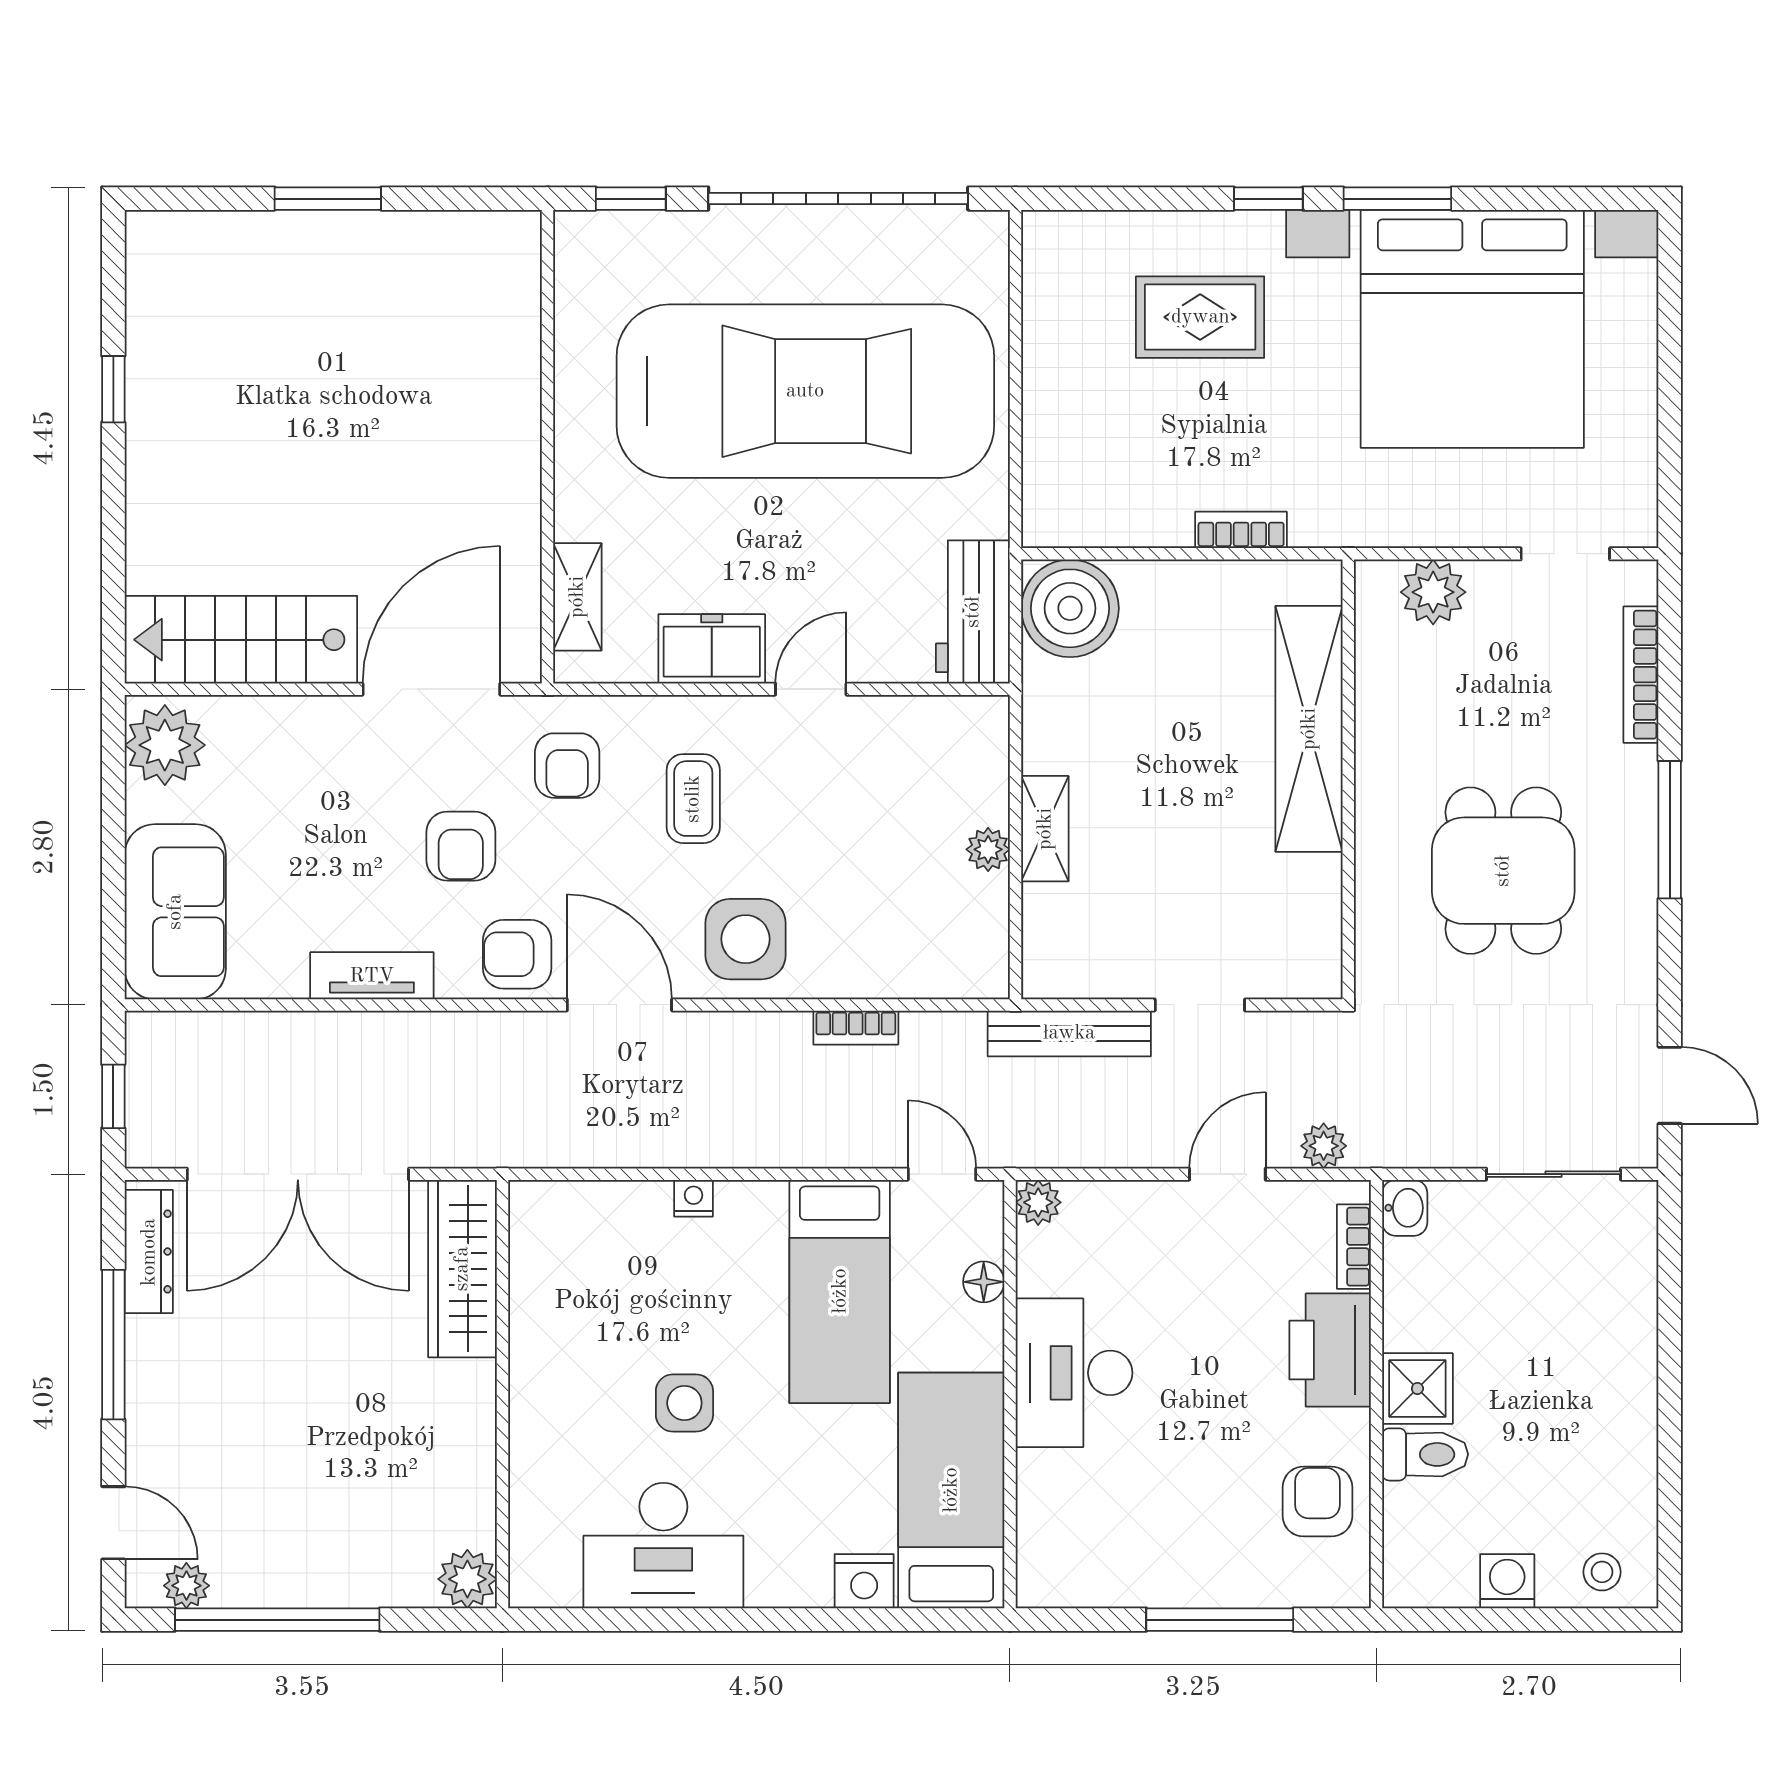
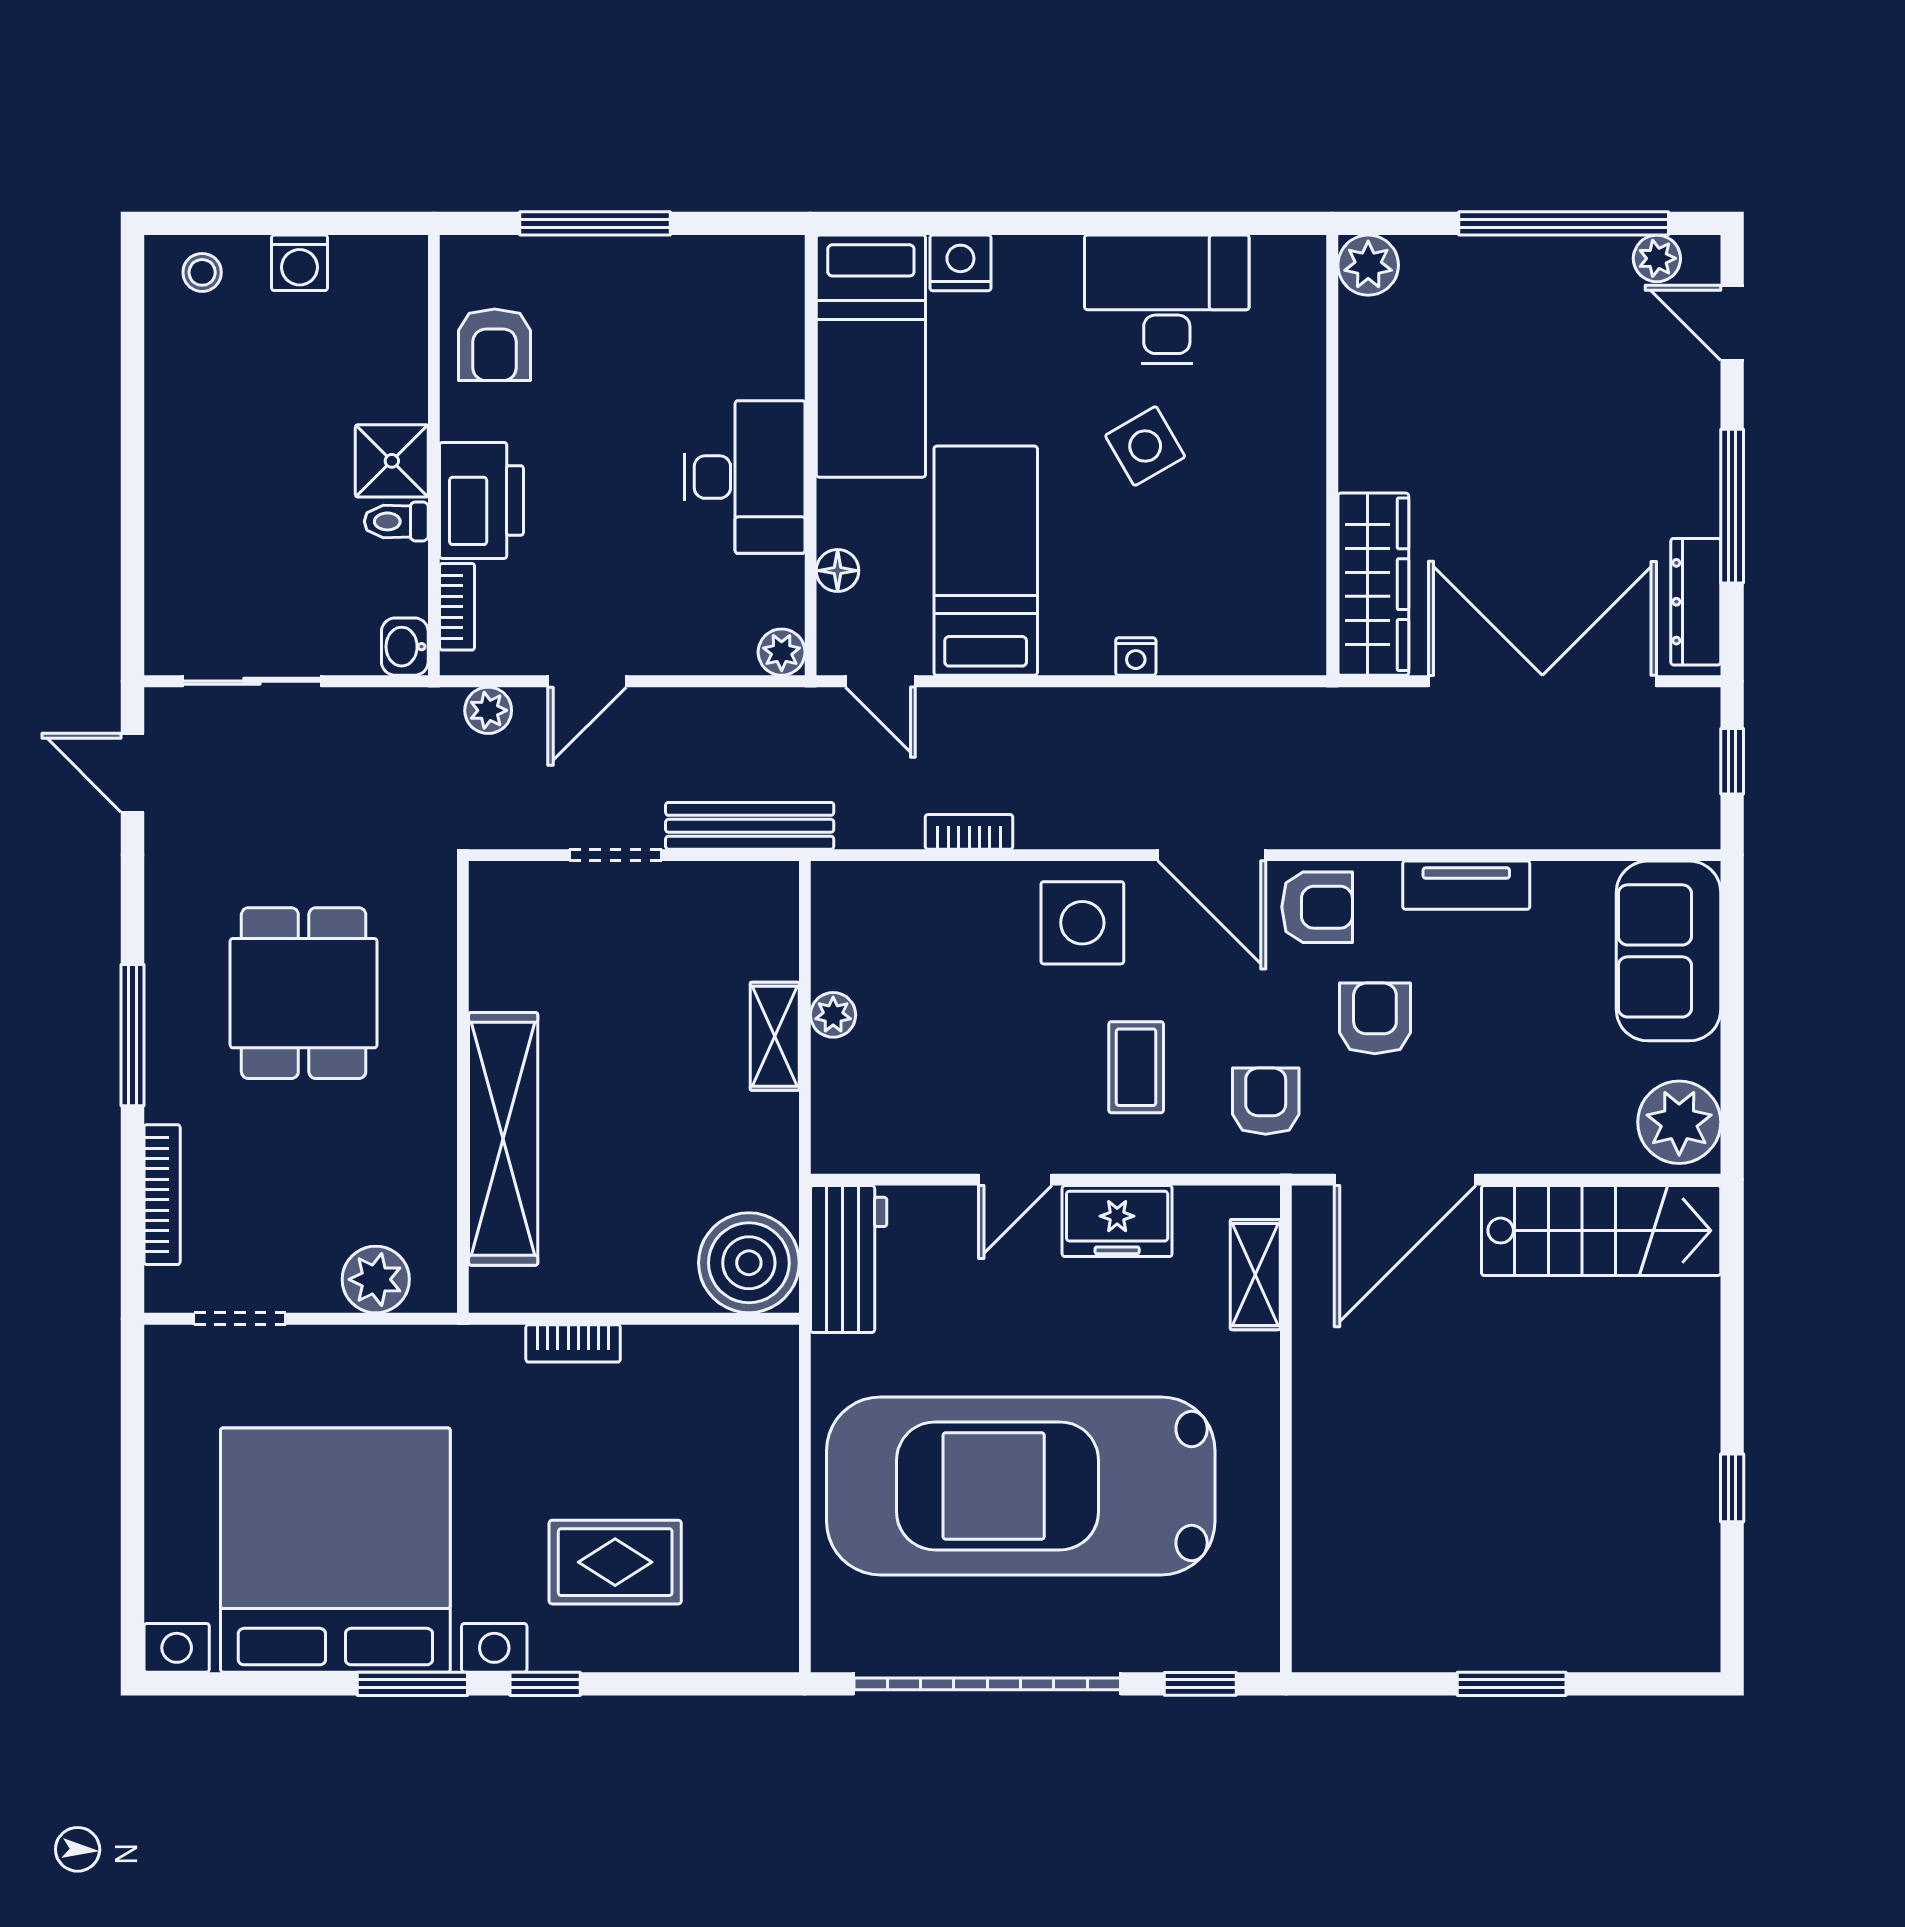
side table: (684, 1403) -> (1145, 446), turned -30
toilet: (1425, 1454) -> (396, 521), moved, width x0.73, depth x0.72

